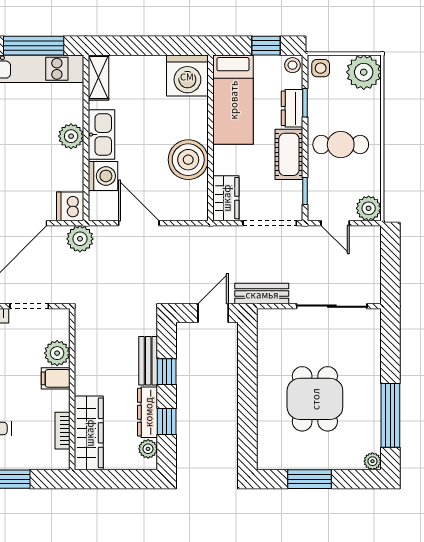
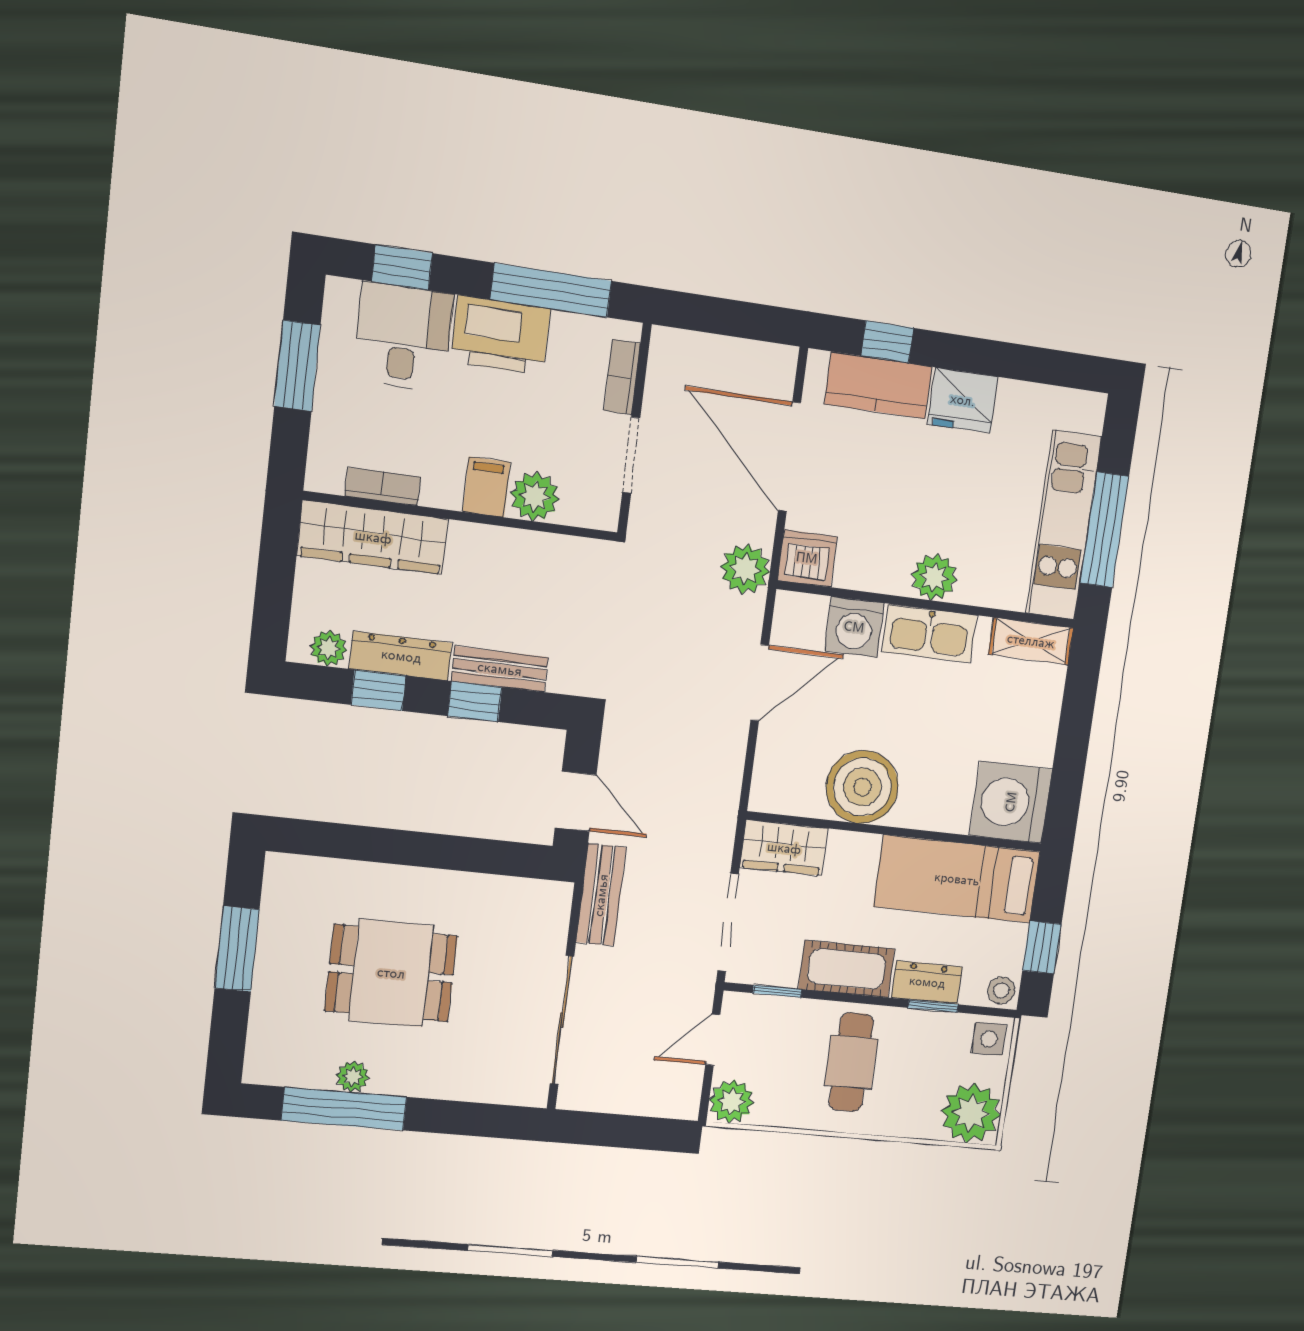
plant: (372, 461) -> (353, 1077), moved

